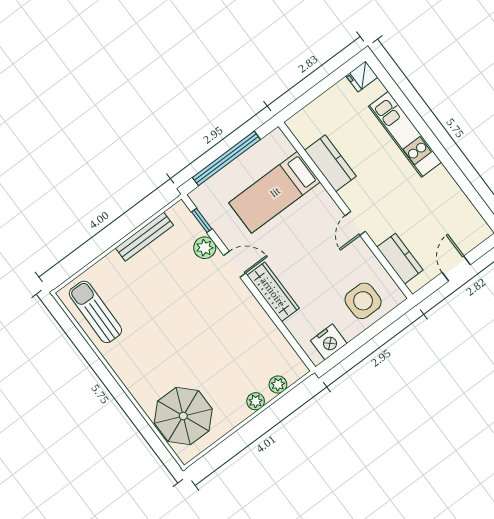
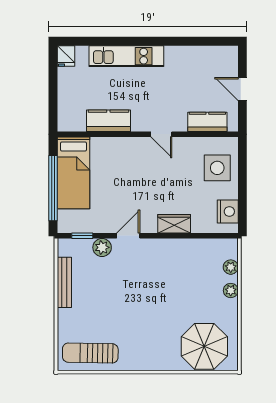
bed: (275, 192) -> (73, 173), moved
wardrobe: (273, 292) -> (174, 224), width x0.67

